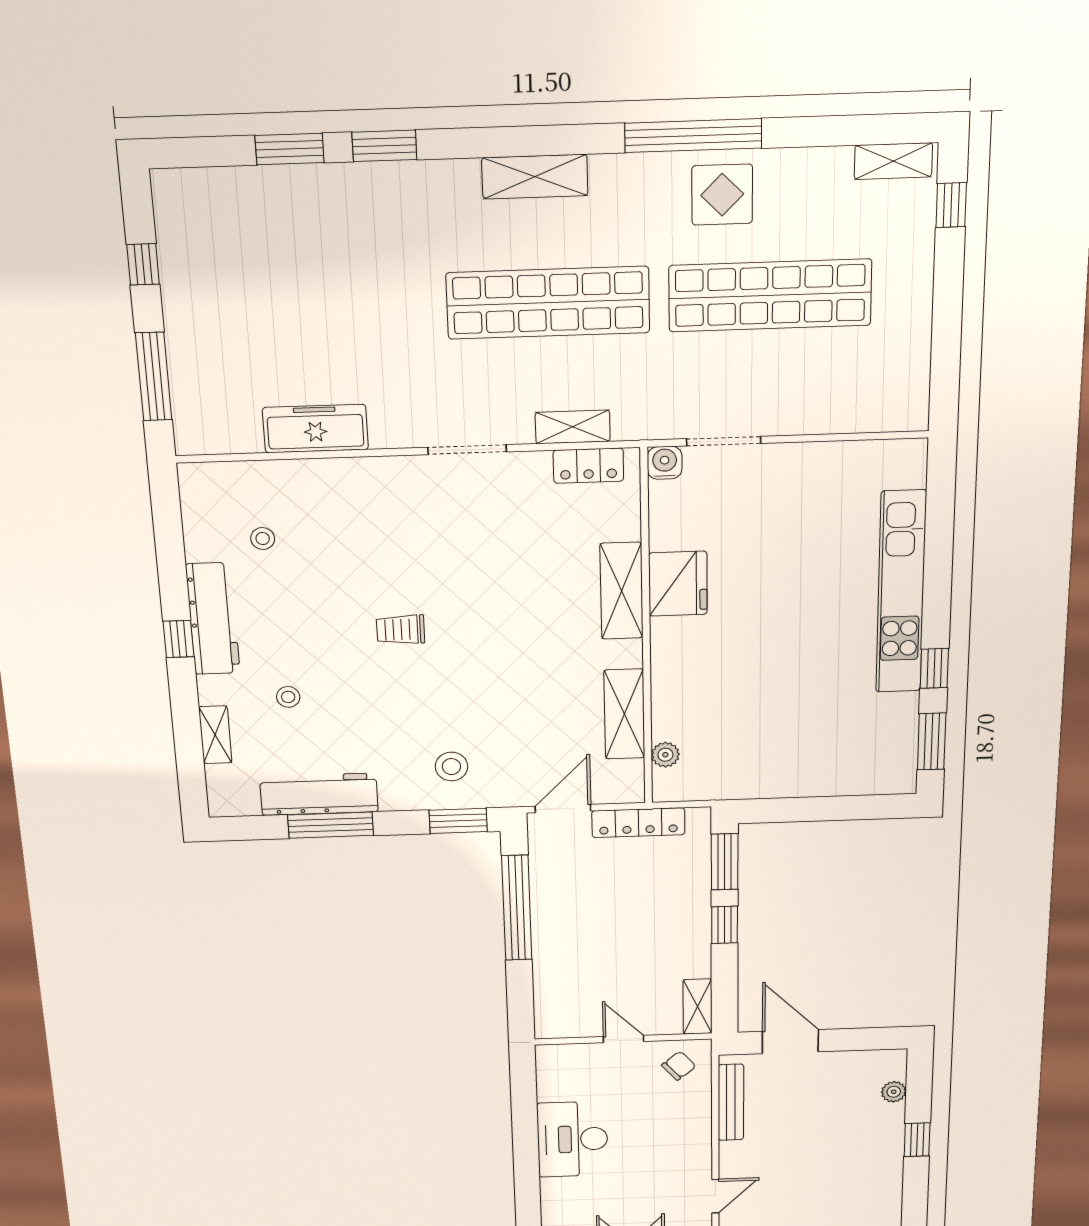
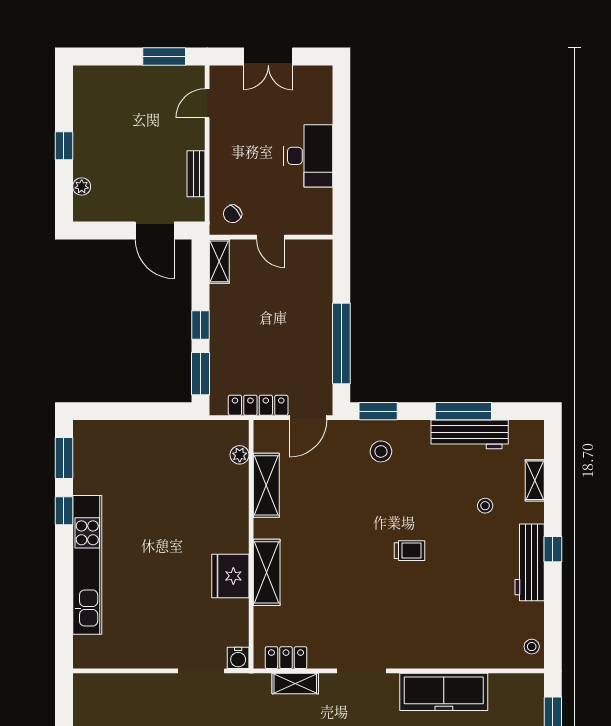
freezer: (315, 429) -> (444, 692), width x1.36, depth x1.26
stool: (263, 539) -> (532, 647), moved
bench: (731, 1102) -> (196, 174), width x0.73

